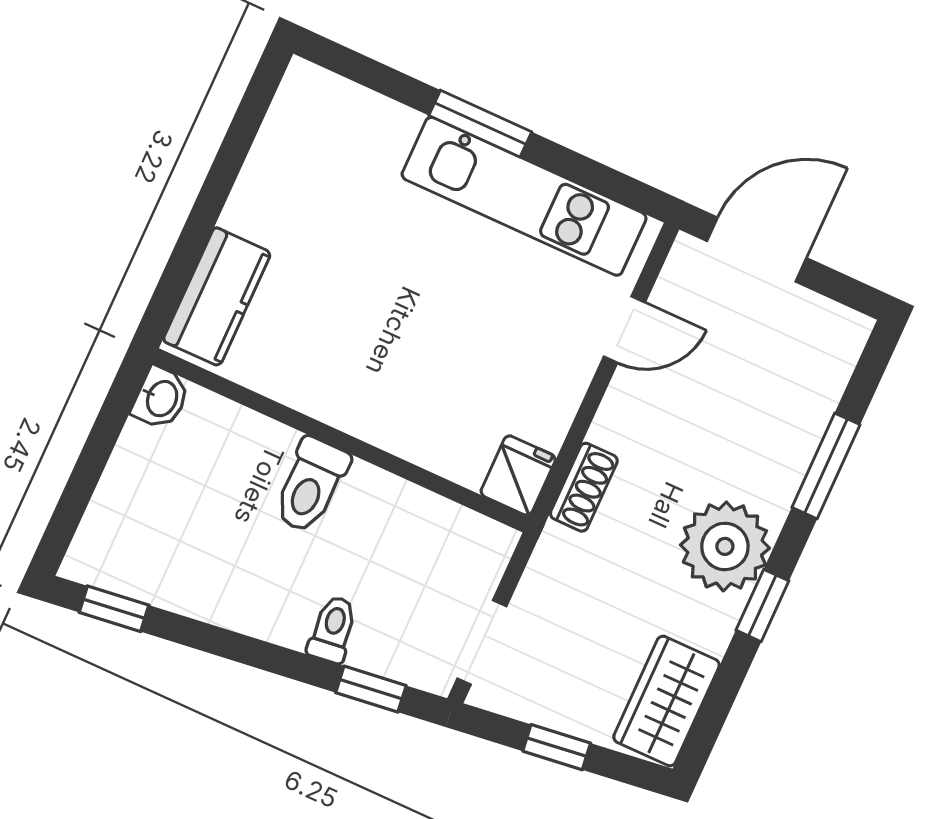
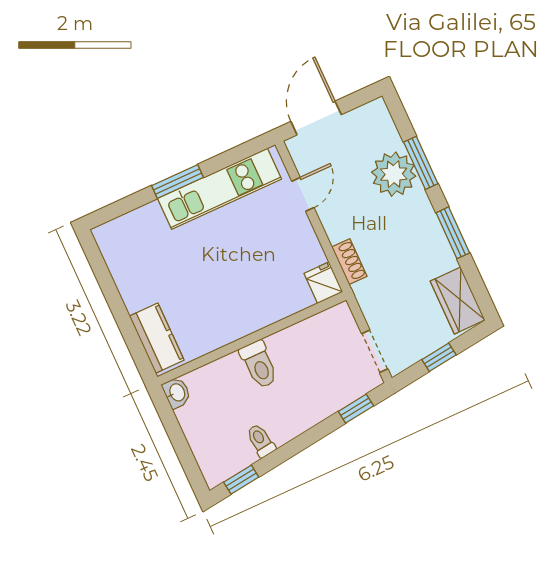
plant: (725, 546) -> (394, 174), moved
window: (762, 606) -> (453, 233), width x1.50
toilet: (333, 629) -> (261, 441), moved

